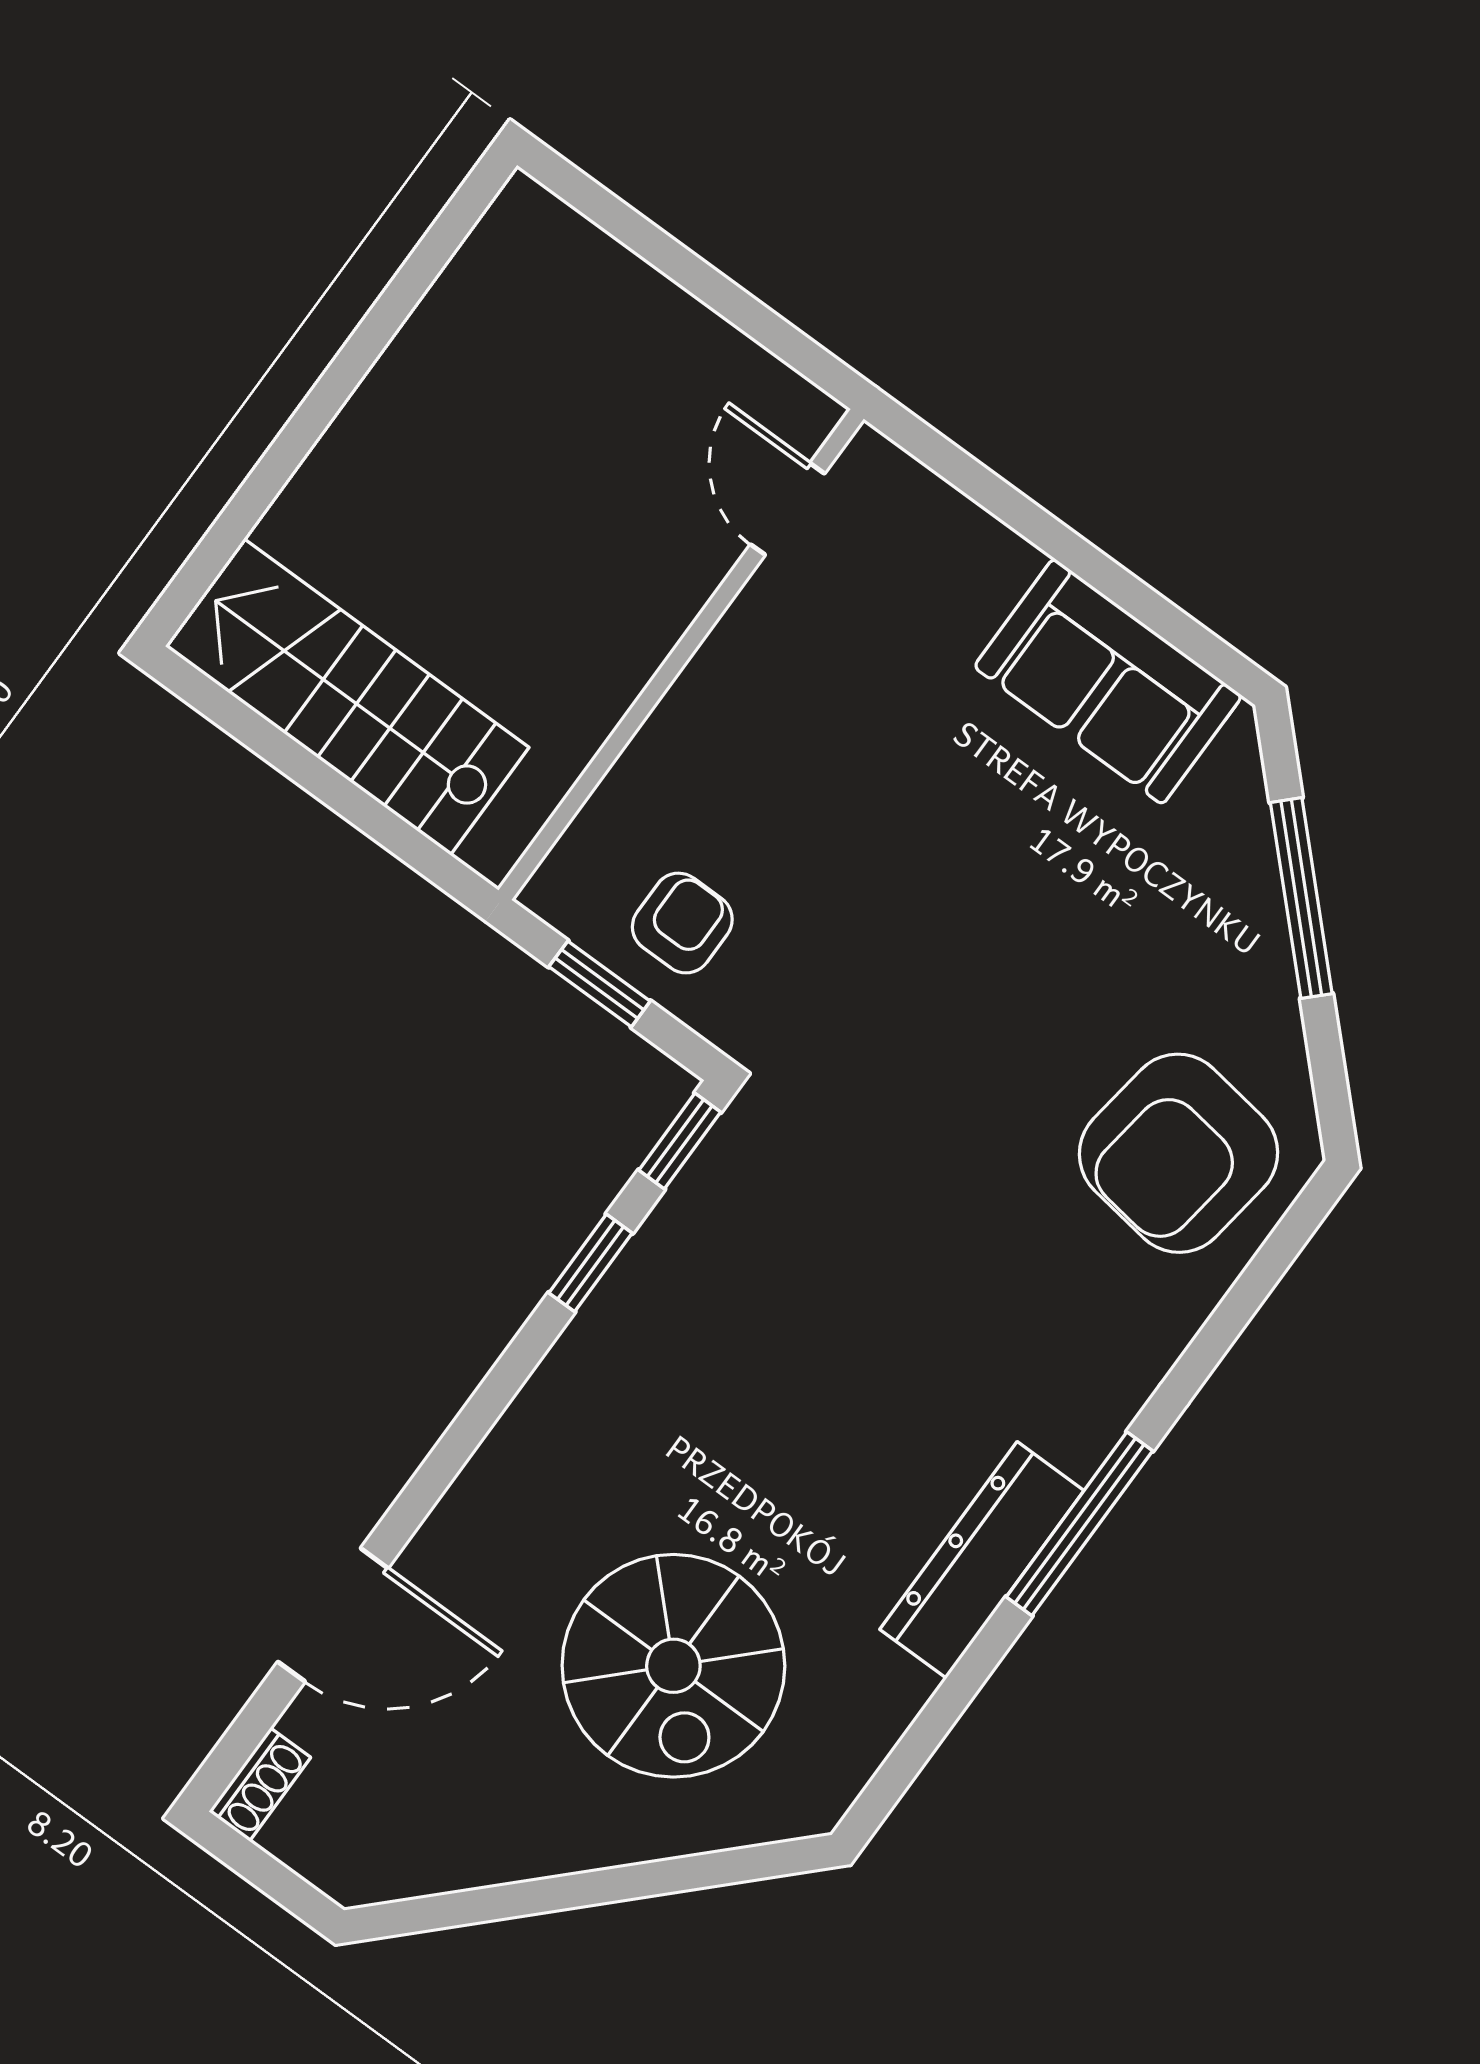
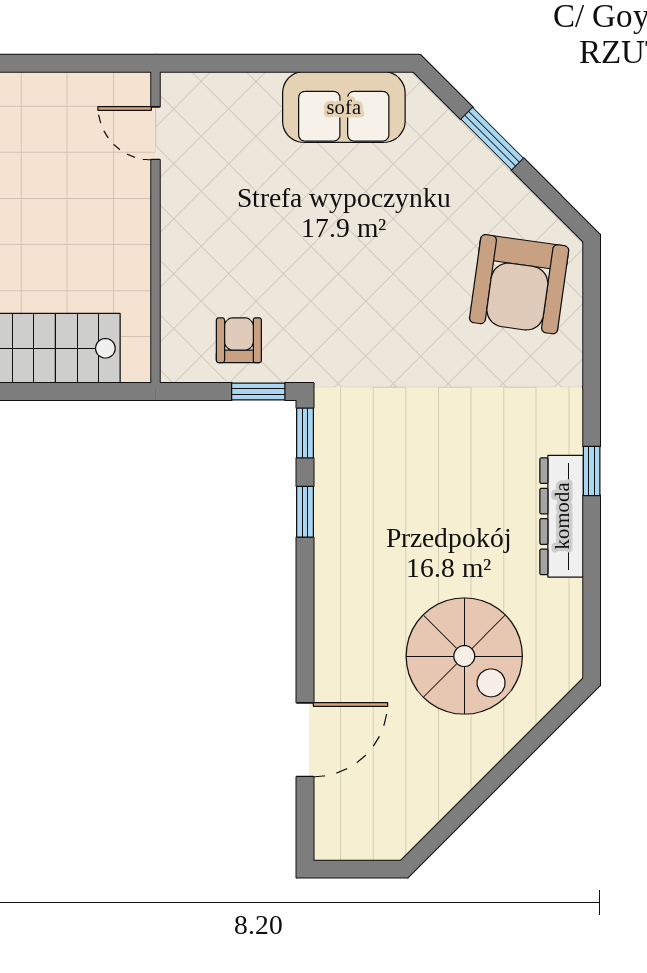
window: (1301, 898) -> (492, 139), width x0.69
window: (600, 984) -> (258, 391), moved
window: (1079, 1524) -> (592, 471), width x0.46
shoe rack: (260, 1784) -> (327, 834), removed

